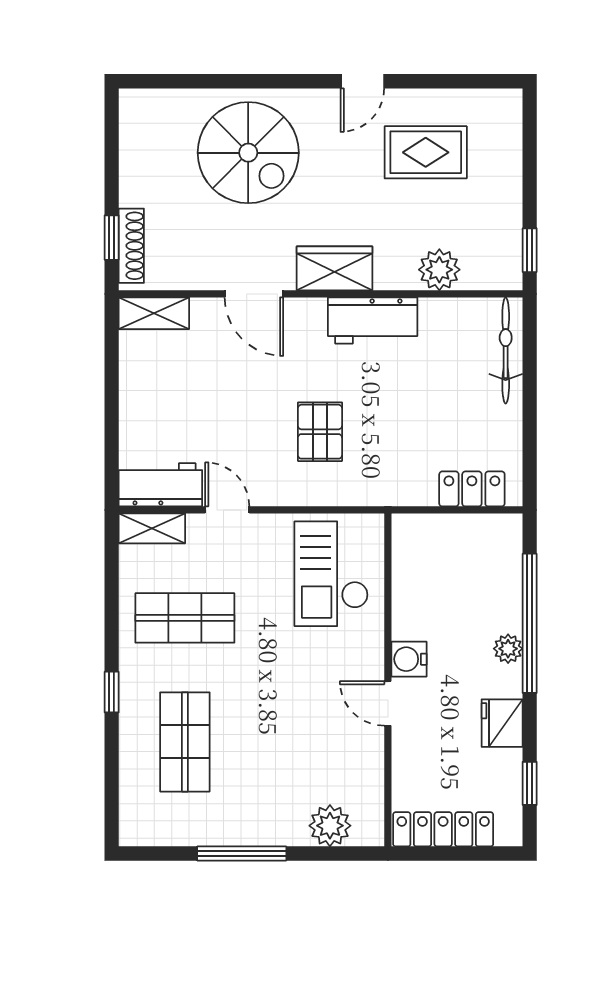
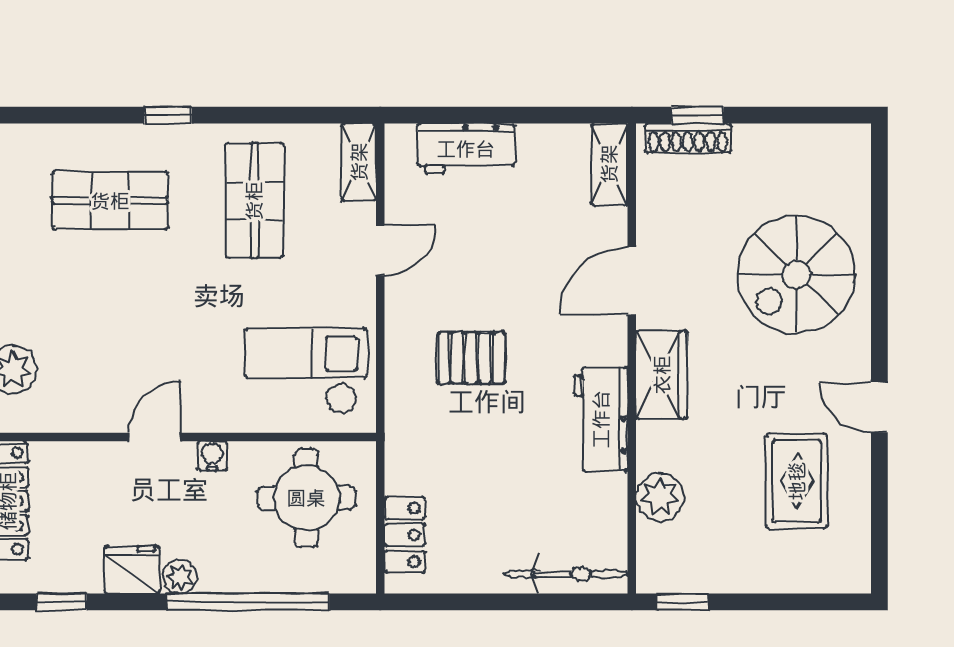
workbench: (160, 485) -> (466, 149), moved, turned 90
round table: (440, 573) -> (306, 498), added
plant: (508, 649) -> (180, 577), moved
water cooler: (409, 659) -> (212, 456), width x0.72, depth x0.72

